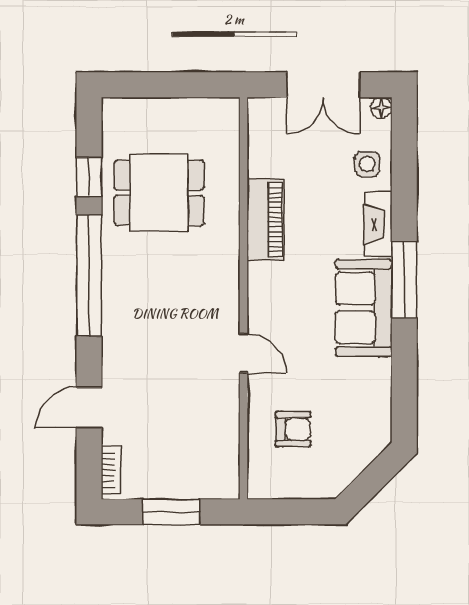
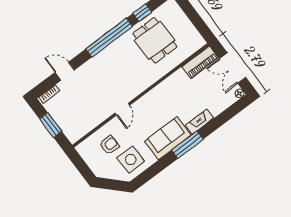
side table: (367, 164) -> (131, 160), moved, width x1.87, depth x1.87
piano: (265, 220) -> (200, 62), moved
armchair: (293, 429) -> (109, 145), turned -90

